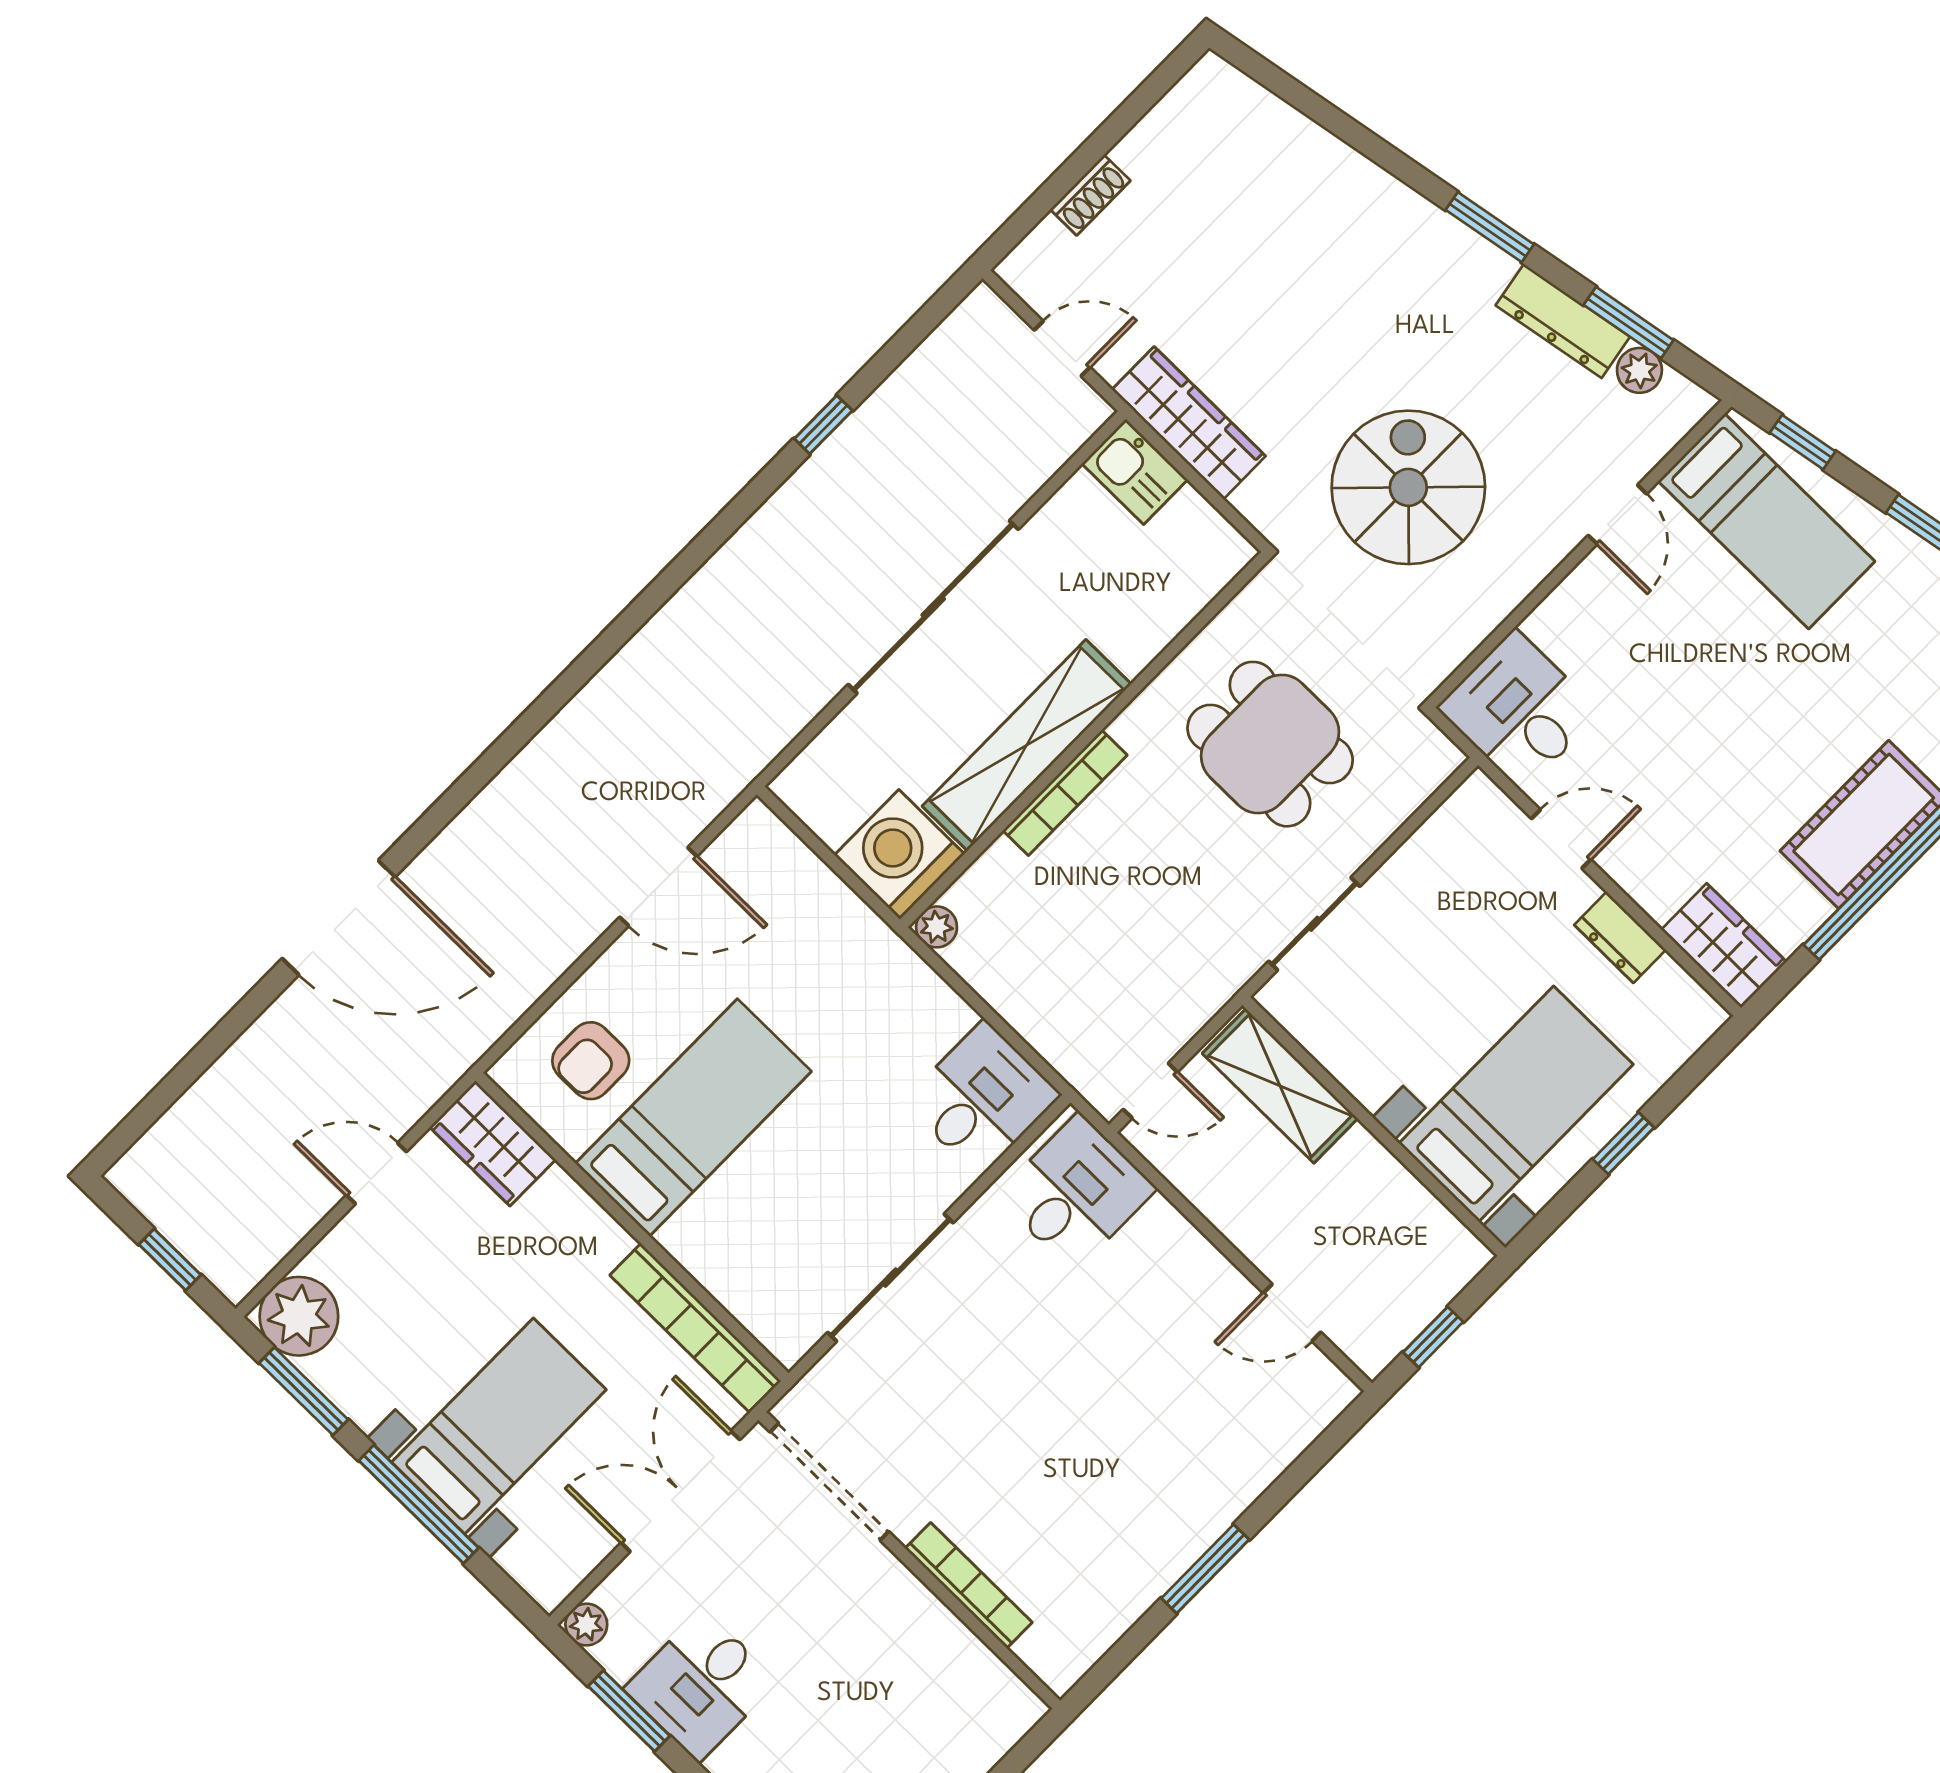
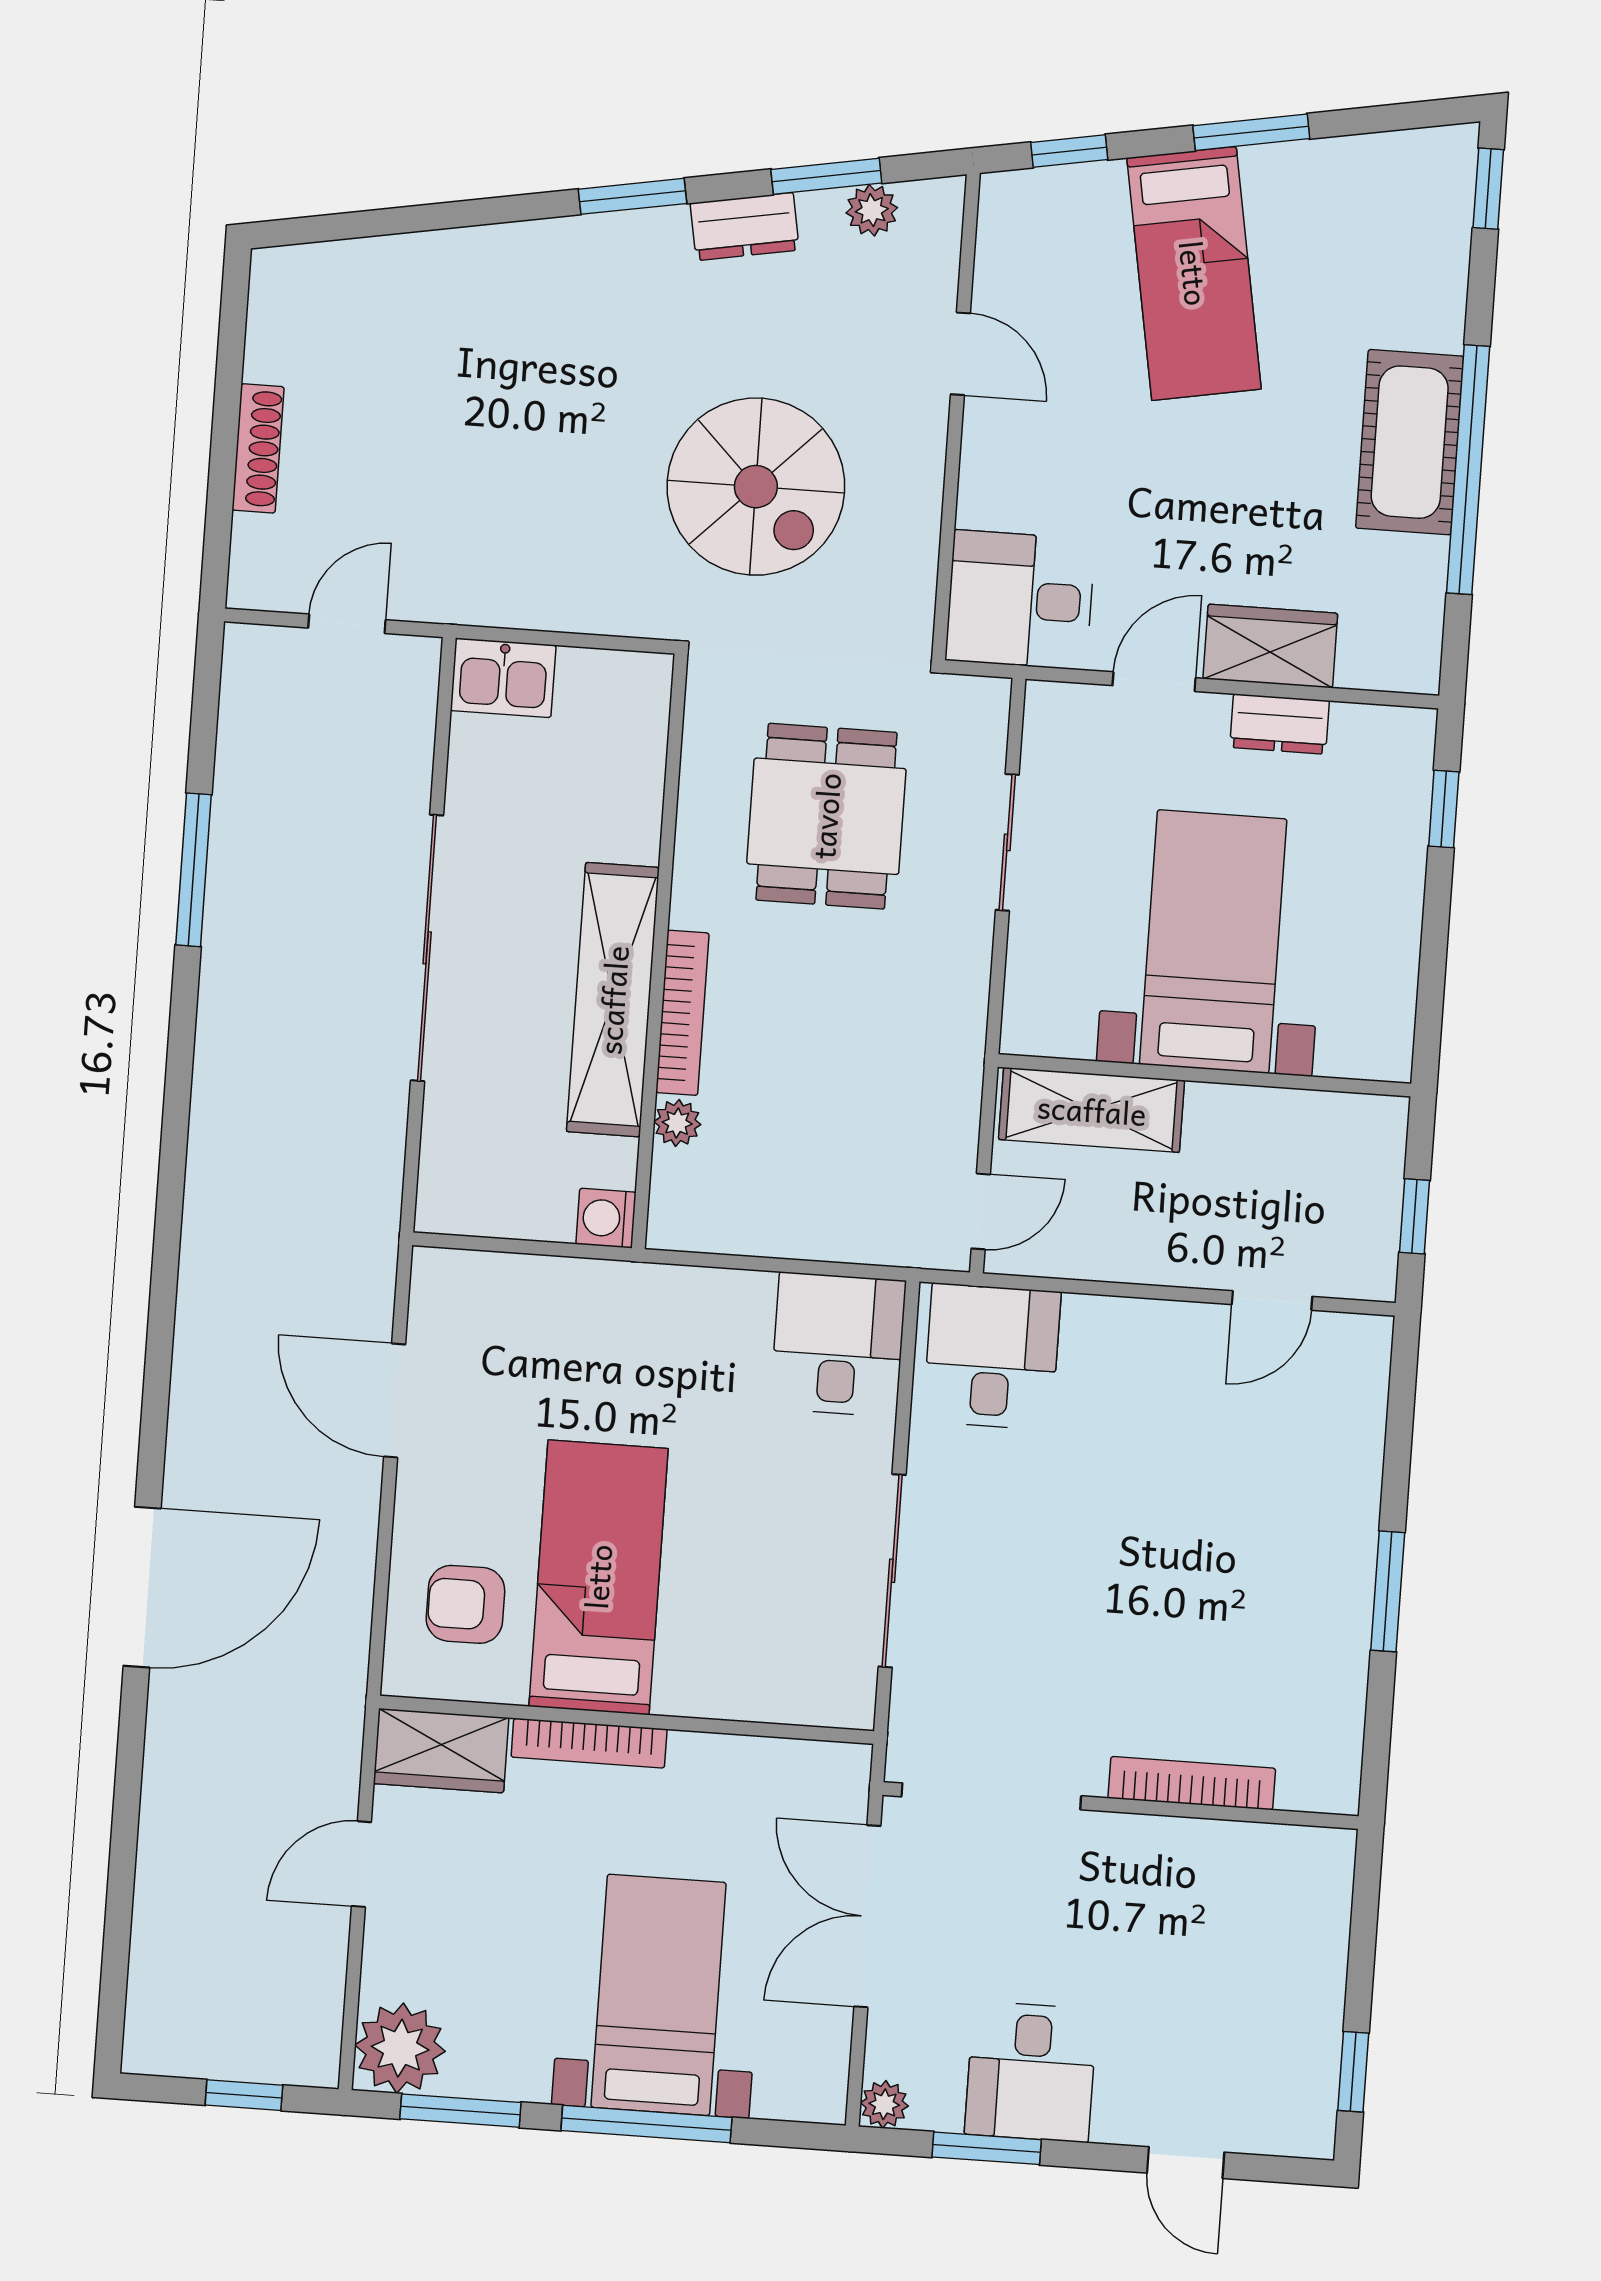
shoe rack: (1090, 195) -> (258, 448), width x1.43
dresser: (1563, 321) -> (745, 227), width x0.70
wardrobe: (1189, 423) -> (514, 594), removed
window: (823, 425) -> (194, 870), width x2.17
spiral stairs: (1408, 487) -> (756, 487), turned 180
bed: (1767, 521) -> (1194, 273), moved, turned 80
dining table: (1270, 744) -> (826, 816), turned 90
washing machine: (899, 854) -> (606, 1218), width x0.53, depth x0.53
door: (658, 887) -> (395, 1401), swing flipped
door: (339, 918) -> (142, 1587), moved
sliding door: (1314, 924) -> (1007, 842), moved
plant: (937, 927) -> (677, 1123), moved
wardrobe: (1724, 946) -> (1270, 646), moved
armchair: (591, 1061) -> (465, 1604), turned 90
bed with nightstands: (1516, 1104) -> (1213, 942), moved
window: (1623, 1143) -> (1444, 809), moved
bookcase: (695, 1328) -> (589, 1743), moved, width x0.68, depth x0.76

